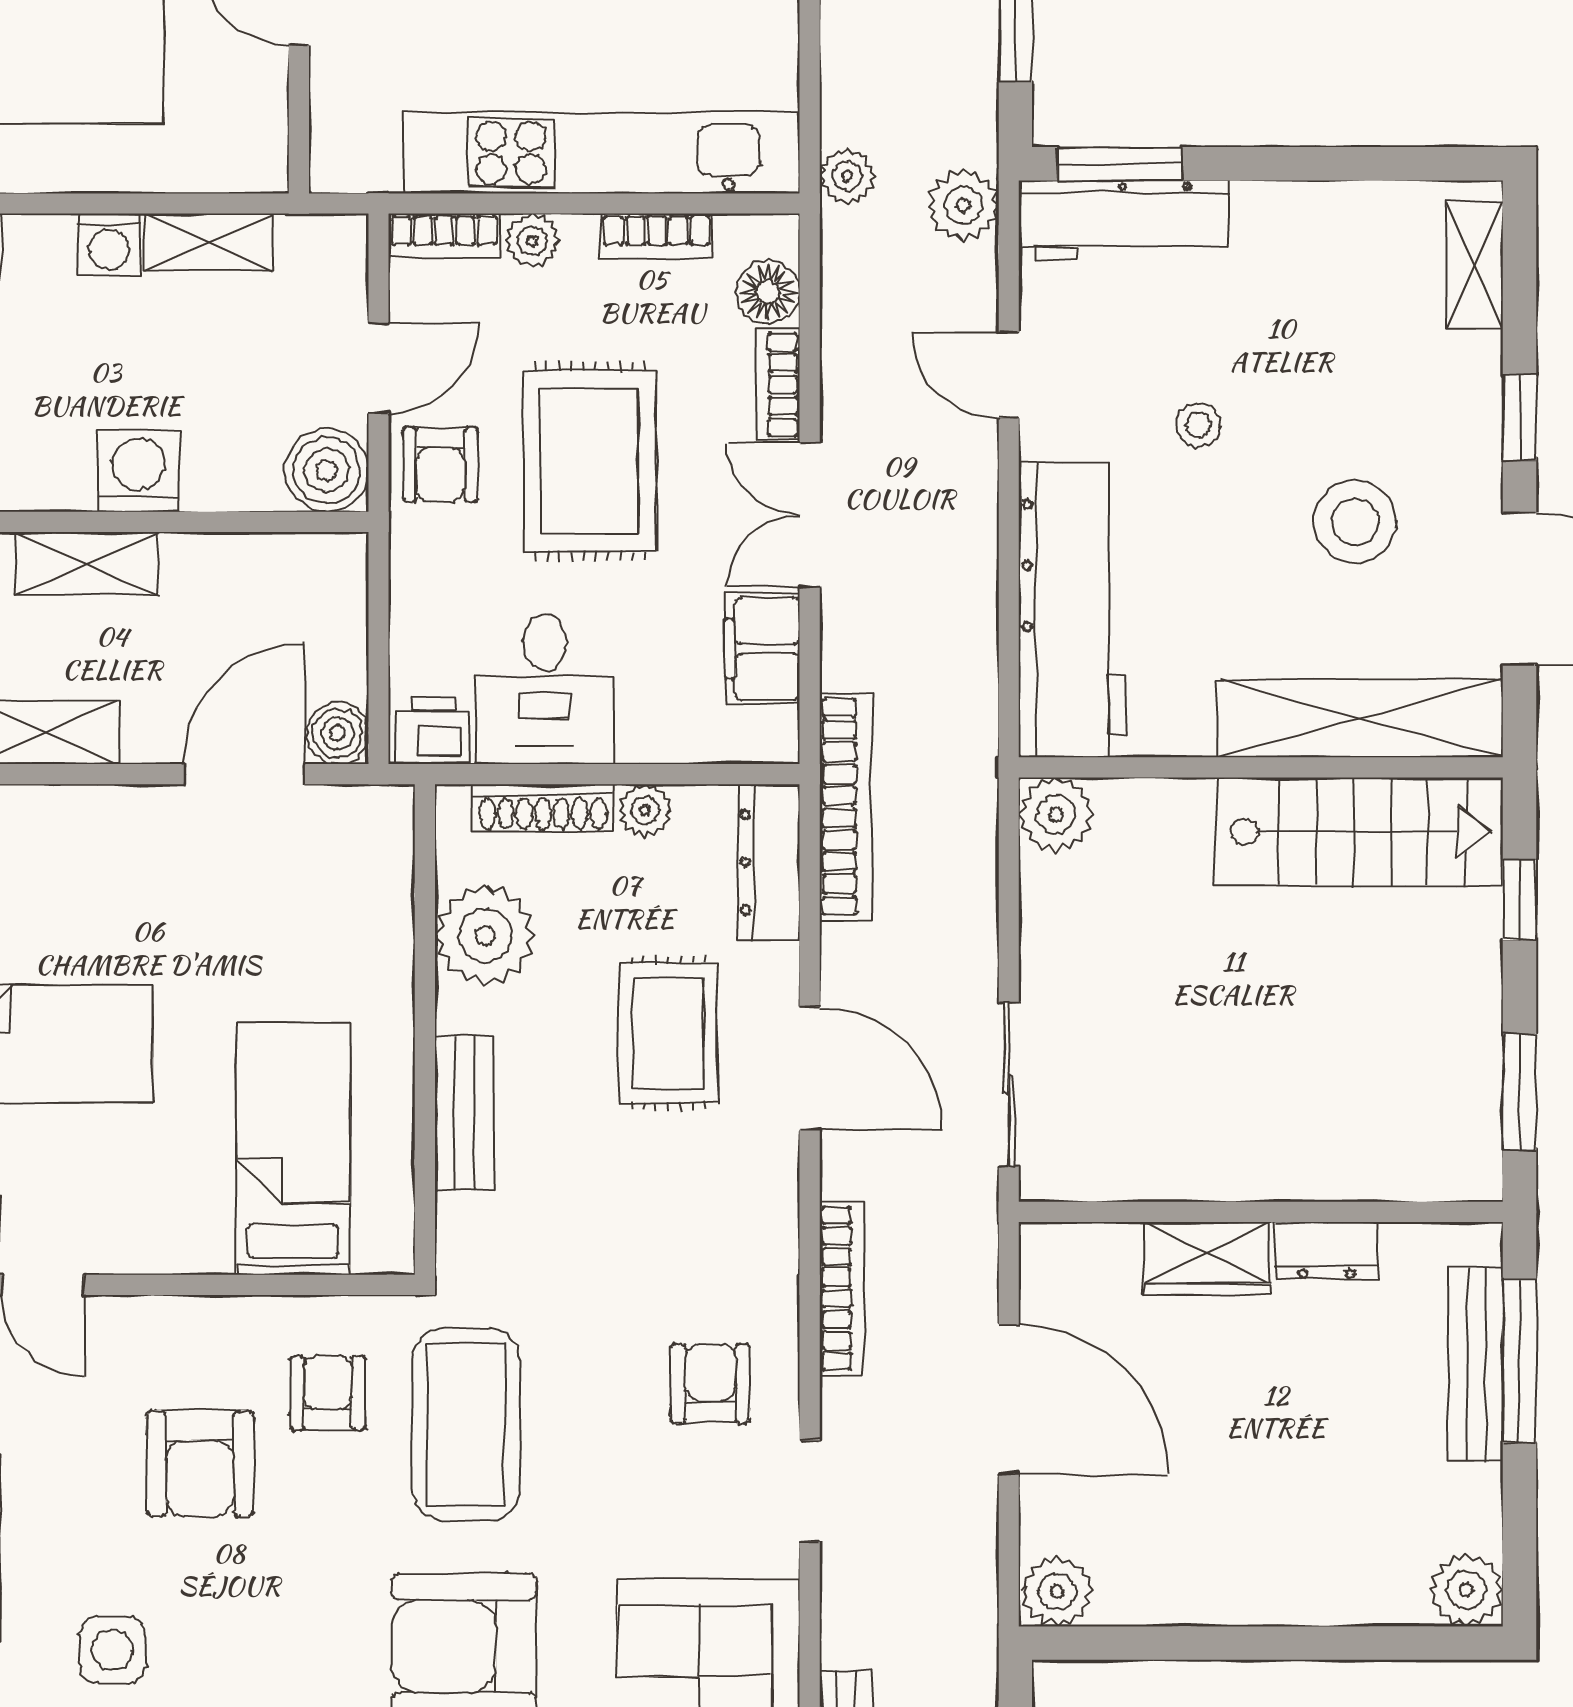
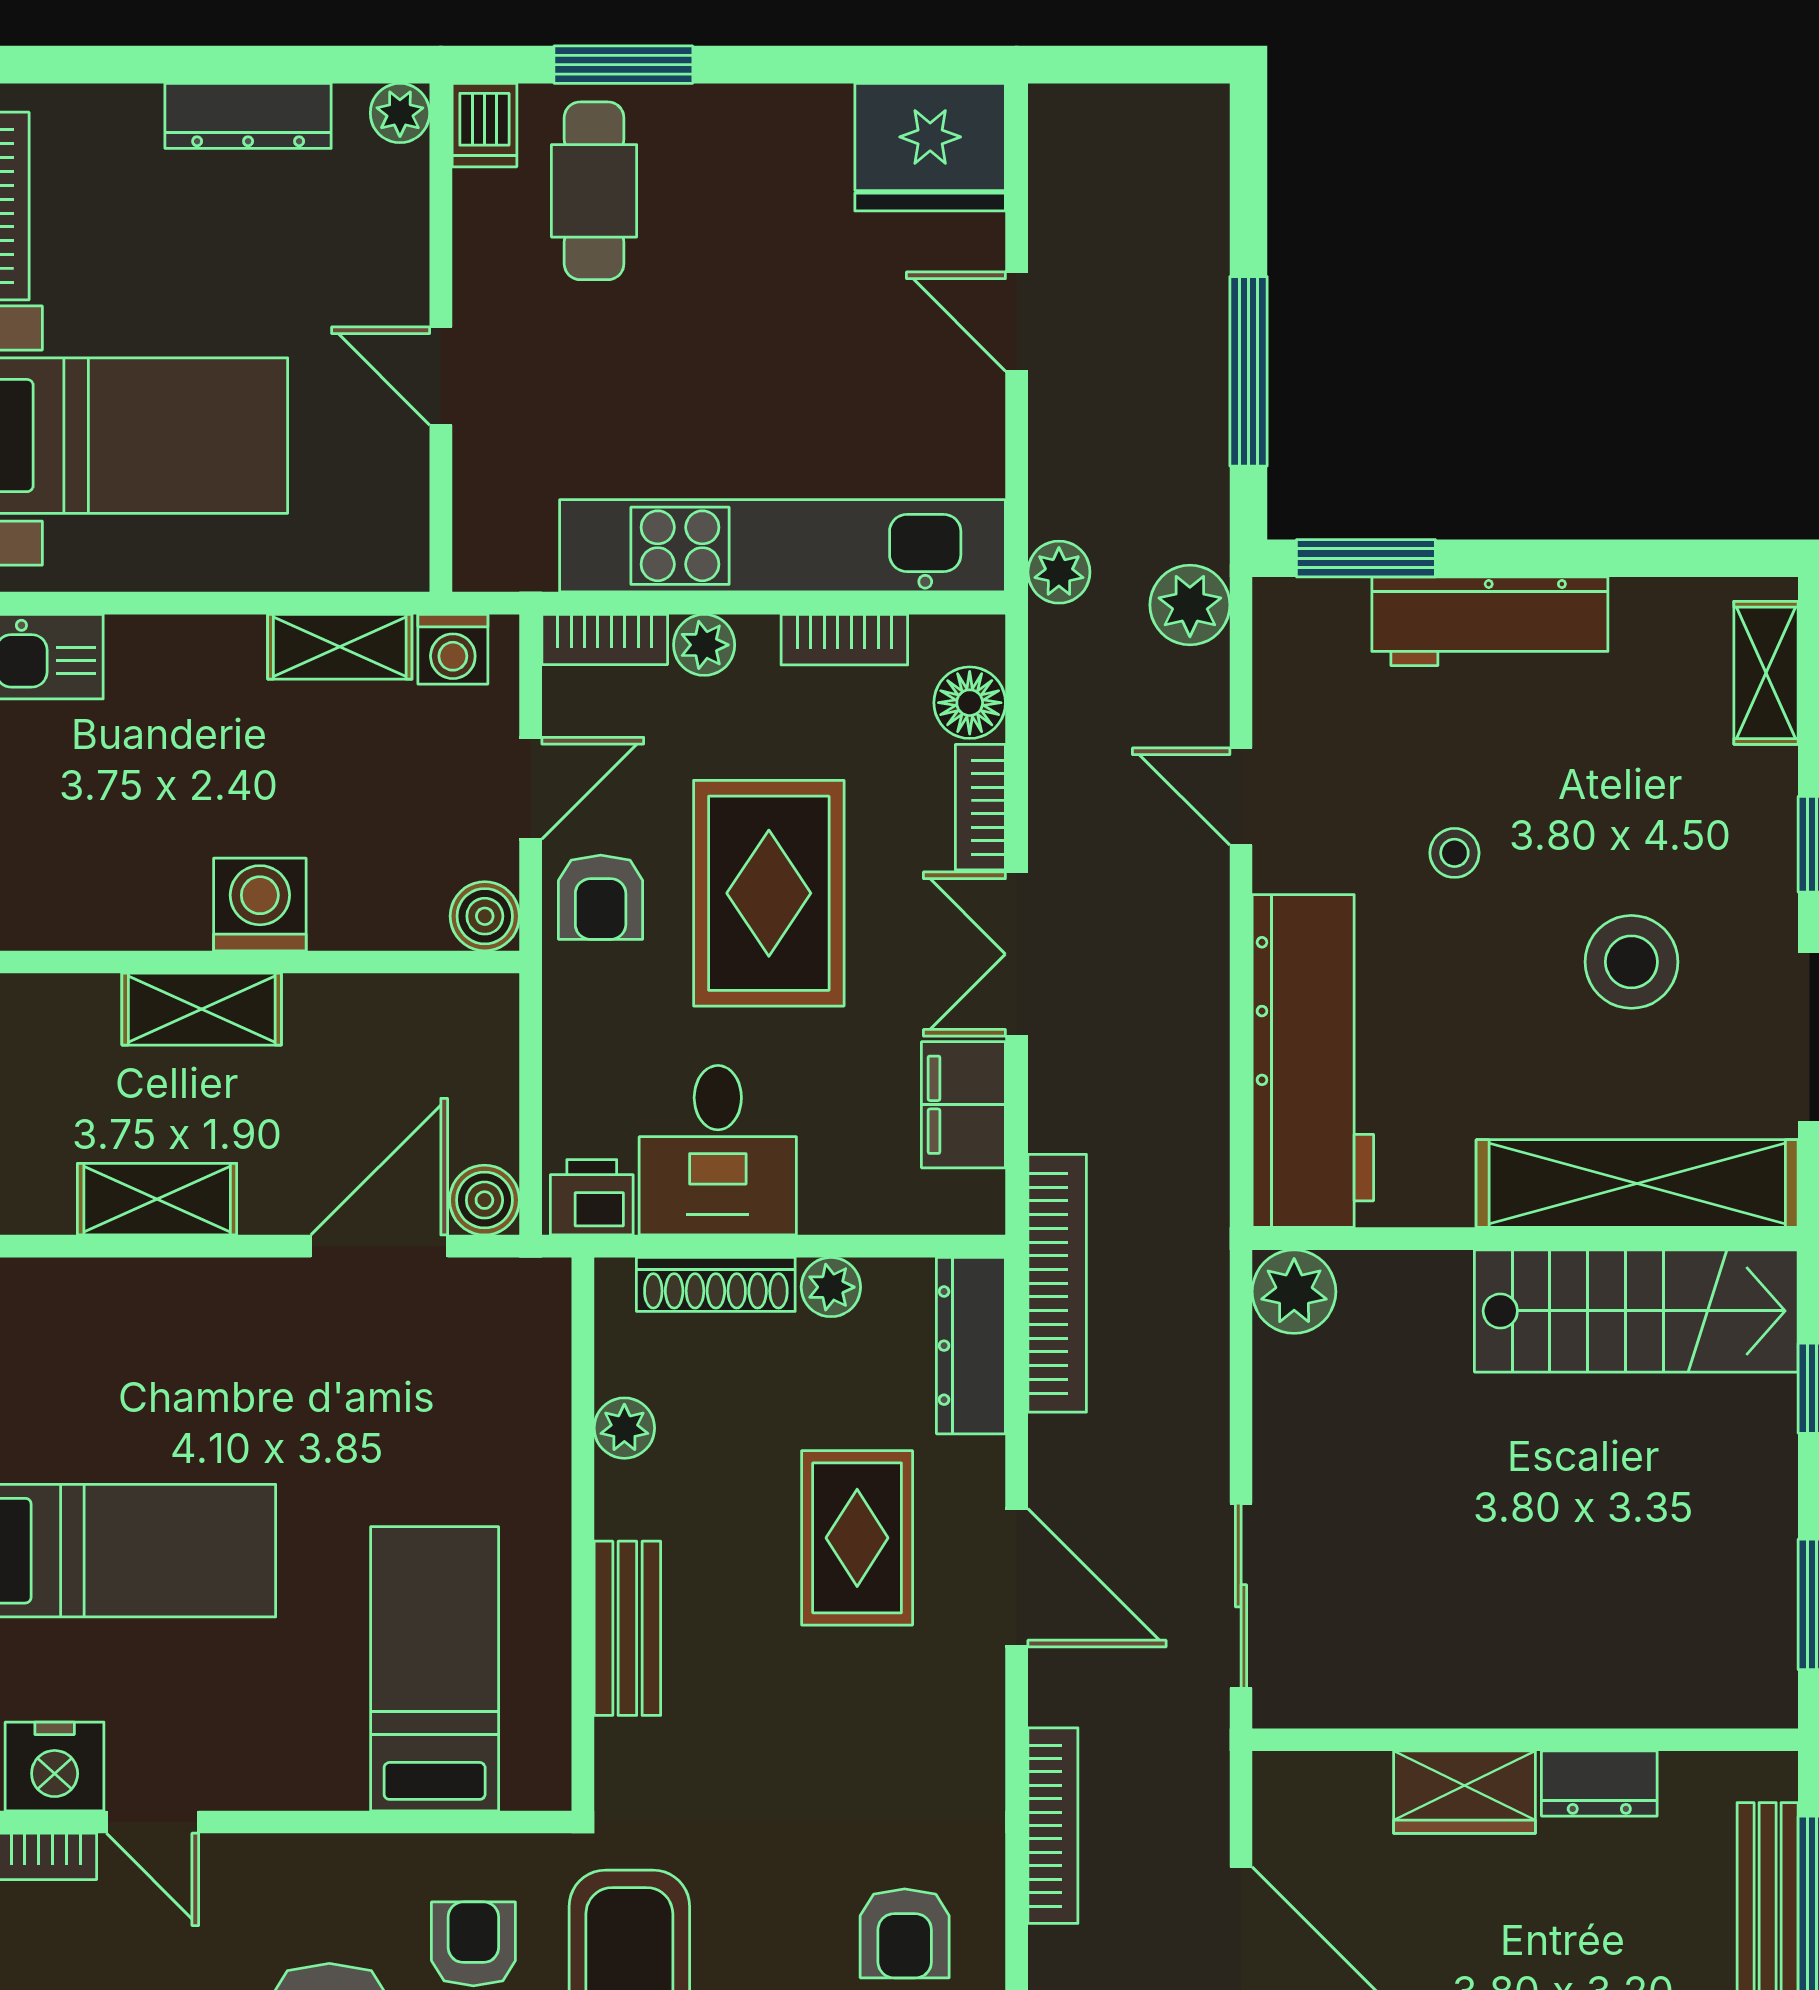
workbench: (1123, 220) -> (1490, 621), moved
washing machine: (109, 244) -> (453, 649), moved
boiler: (327, 470) -> (485, 916), width x0.73, depth x0.73
plant: (485, 935) -> (624, 1428), width x0.53, depth x0.53
armchair: (710, 1384) -> (905, 1933), turned 180

